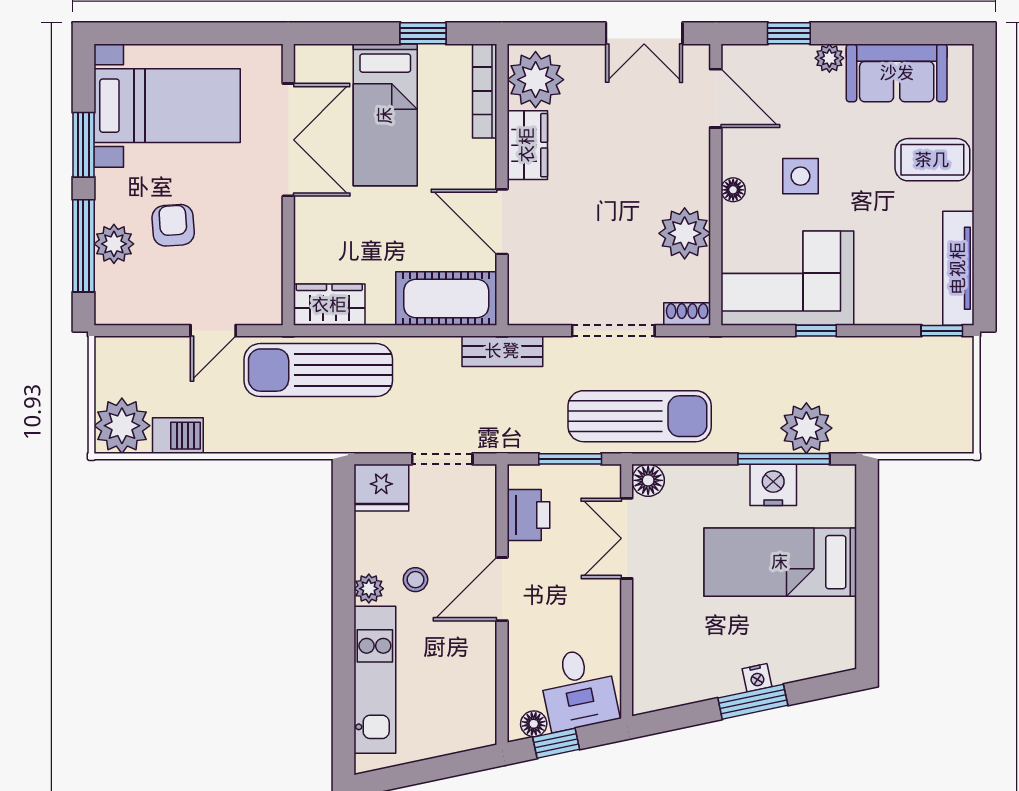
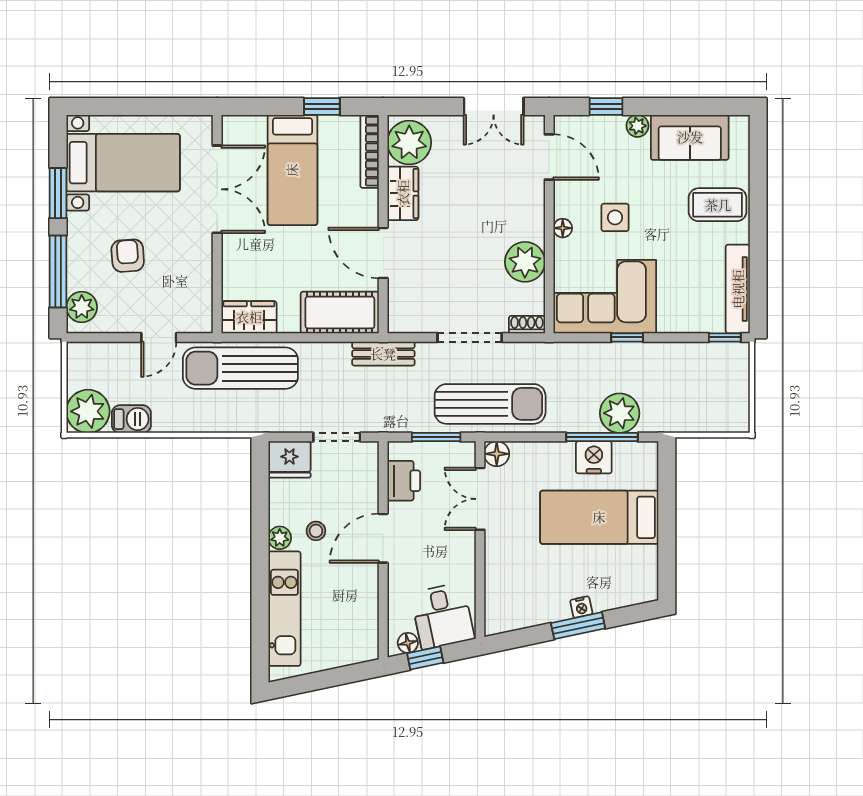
plant: (114, 244) -> (82, 307), moved

